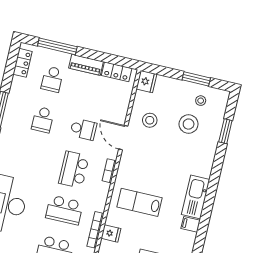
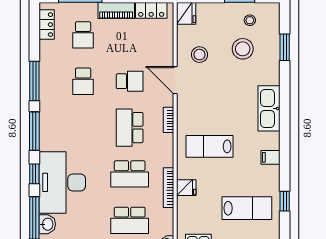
kitchen sink: (196, 197) -> (269, 108), moved

